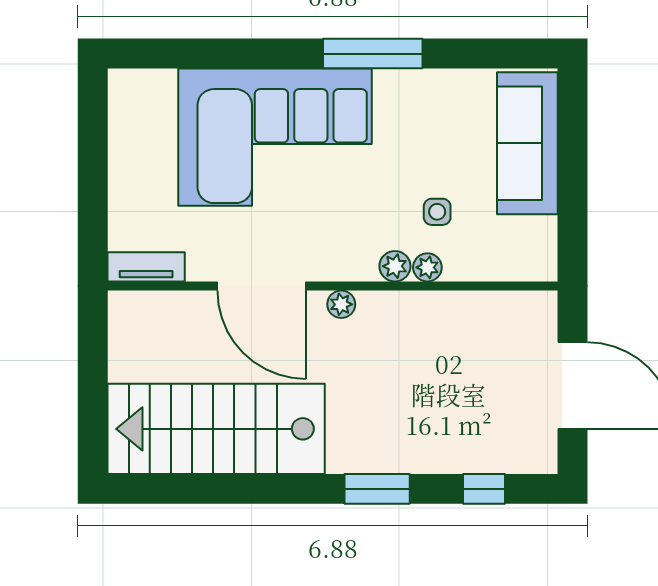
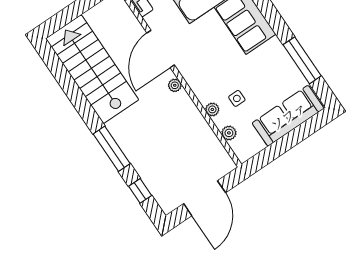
window: (373, 54) -> (302, 60), moved
plant: (395, 266) -> (229, 133), moved
window: (377, 489) -> (112, 149), width x1.44

